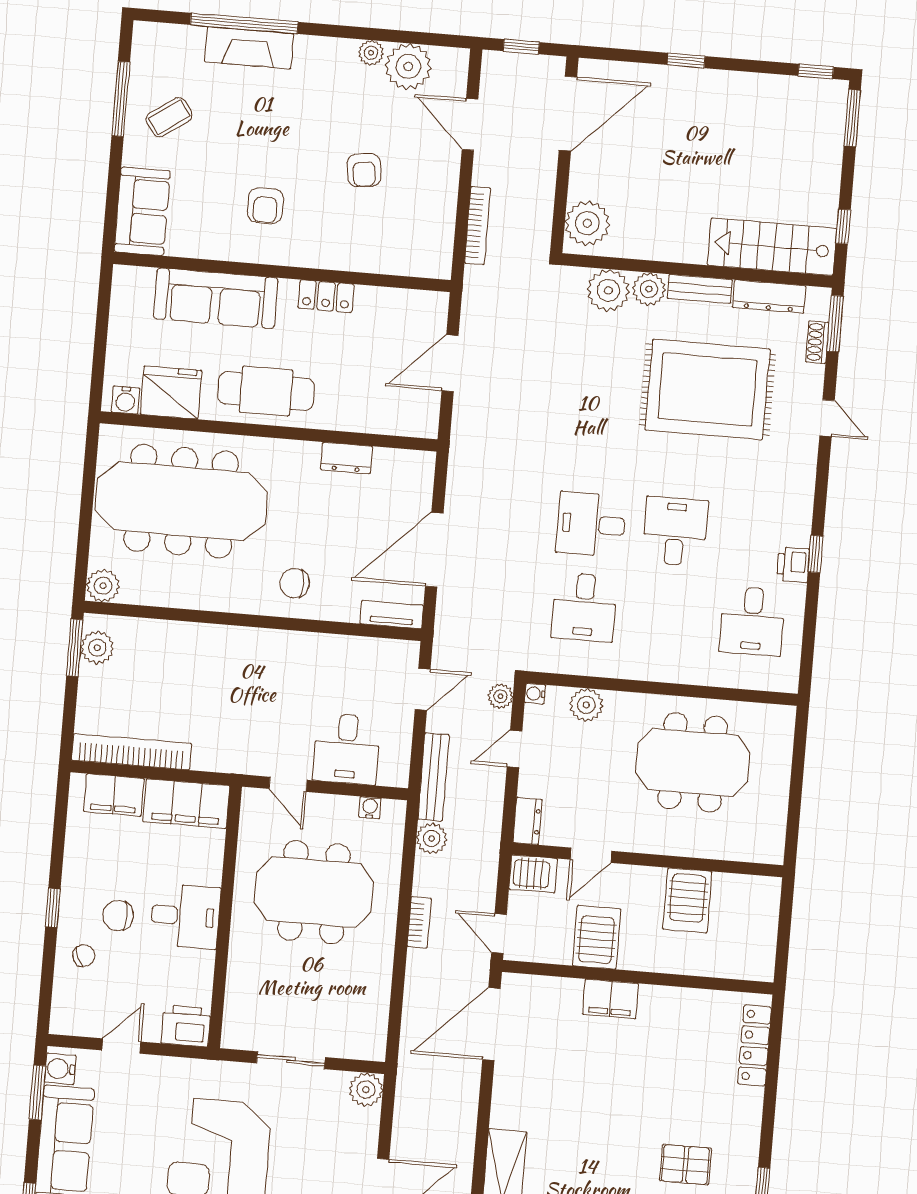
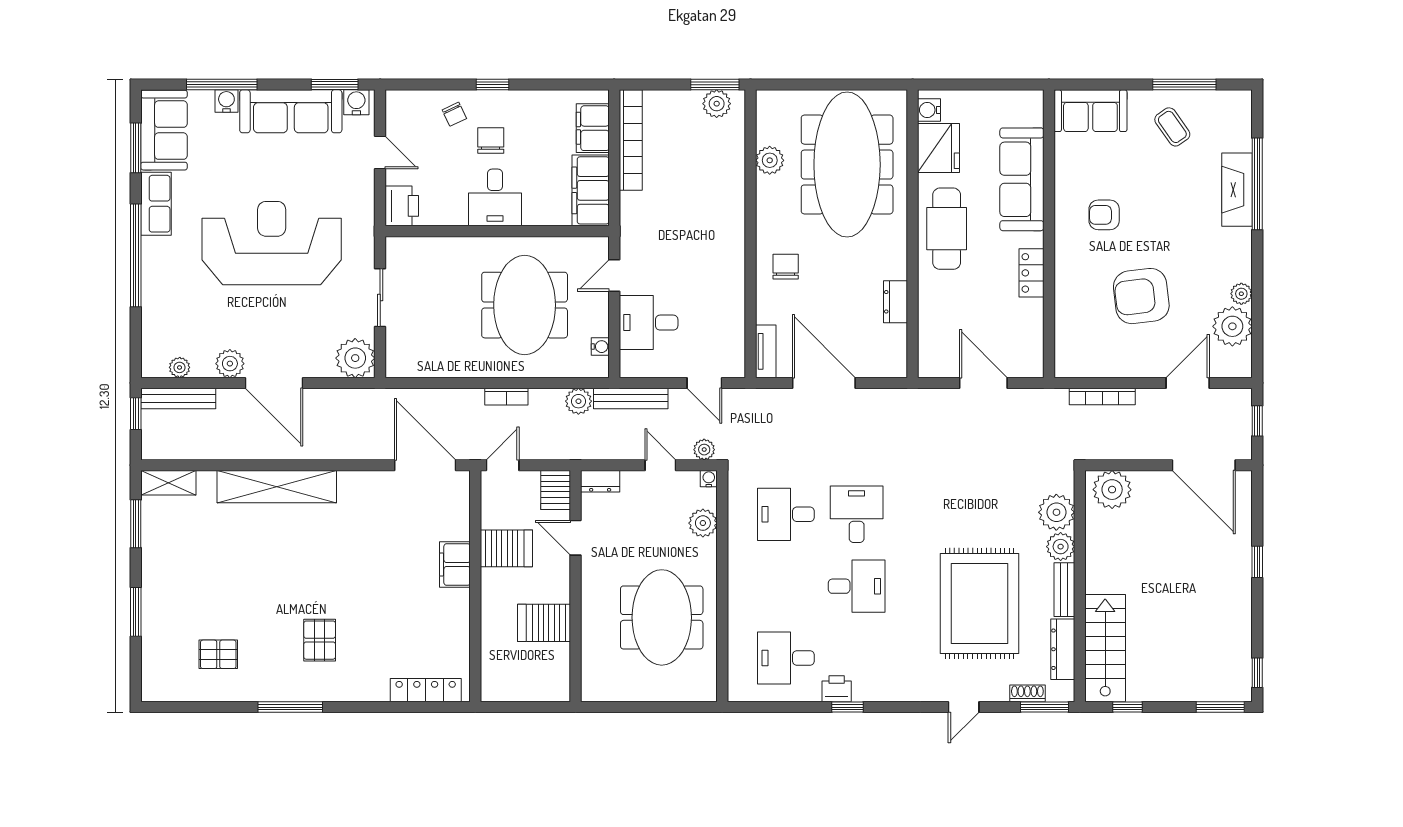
armchair: (364, 170) -> (1141, 296), width x1.88, depth x1.88
plant: (103, 586) -> (770, 160), moved
plant: (366, 1090) -> (355, 358), width x1.36, depth x1.36

